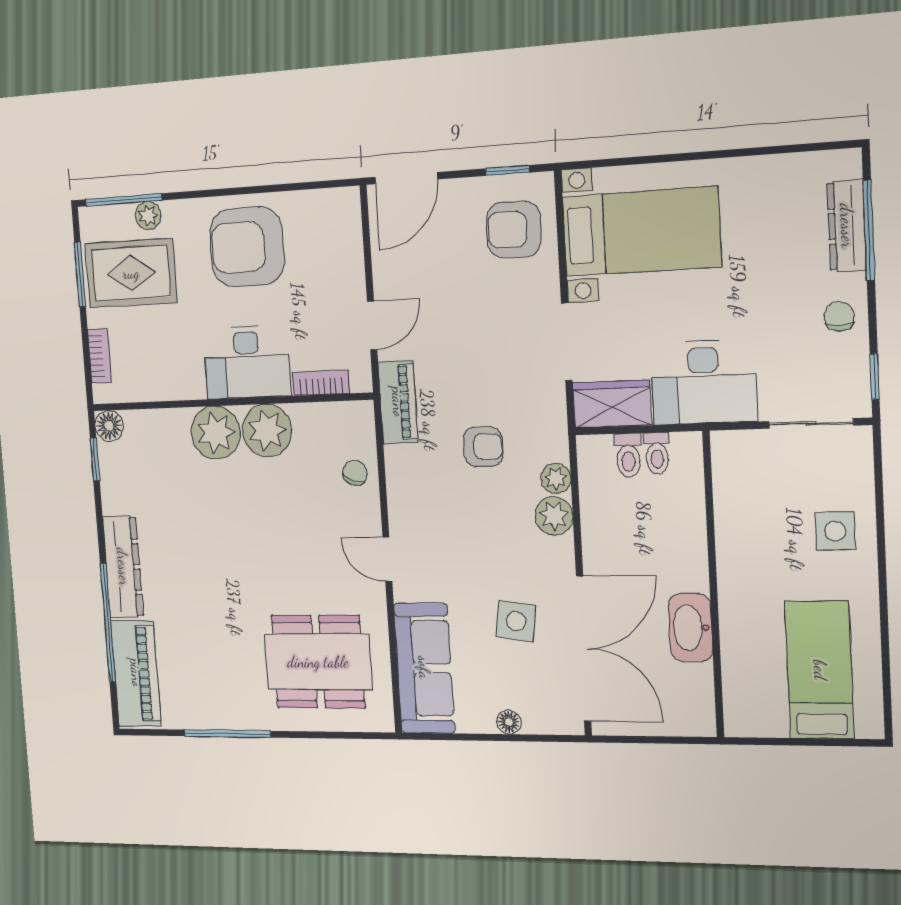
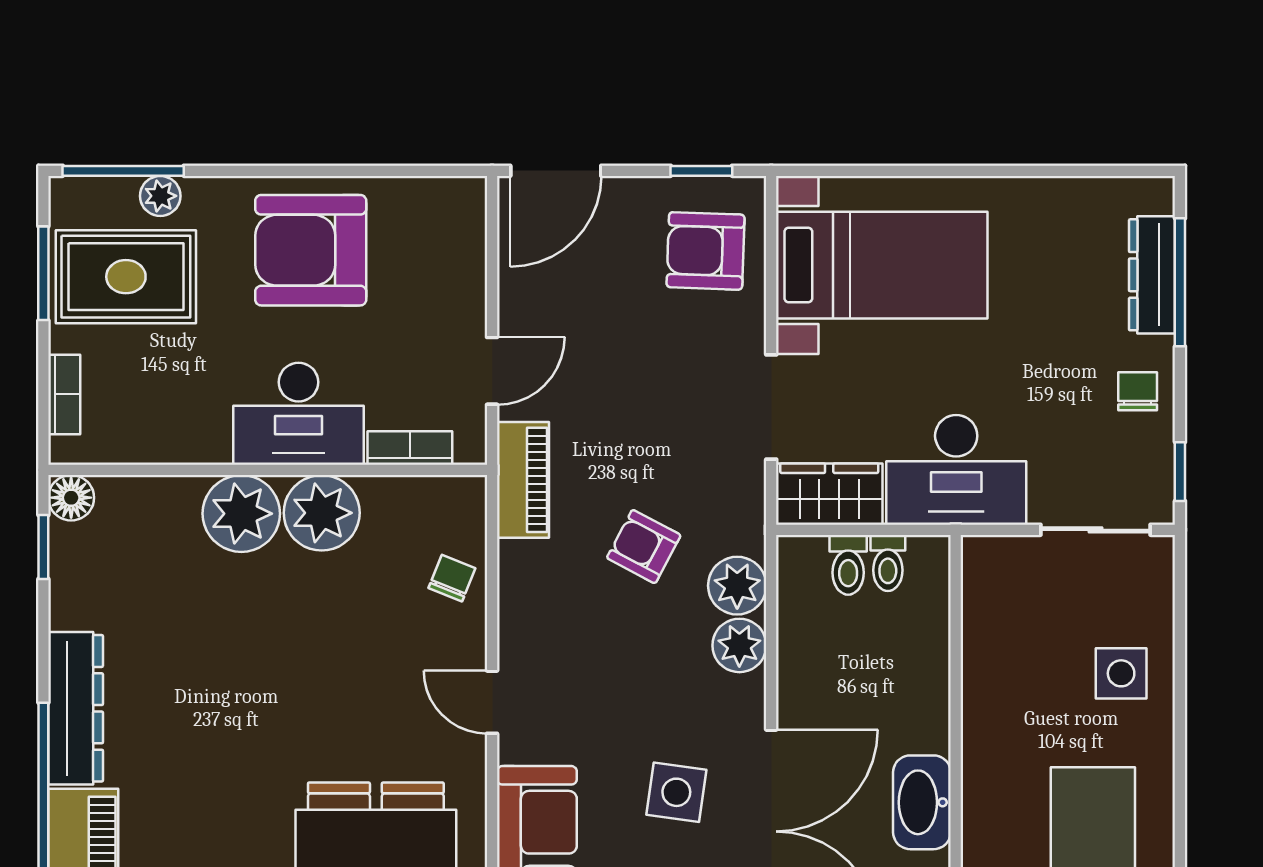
armchair: (483, 447) -> (644, 547), turned -152
plant: (556, 478) -> (737, 586), width x1.38, depth x1.38

